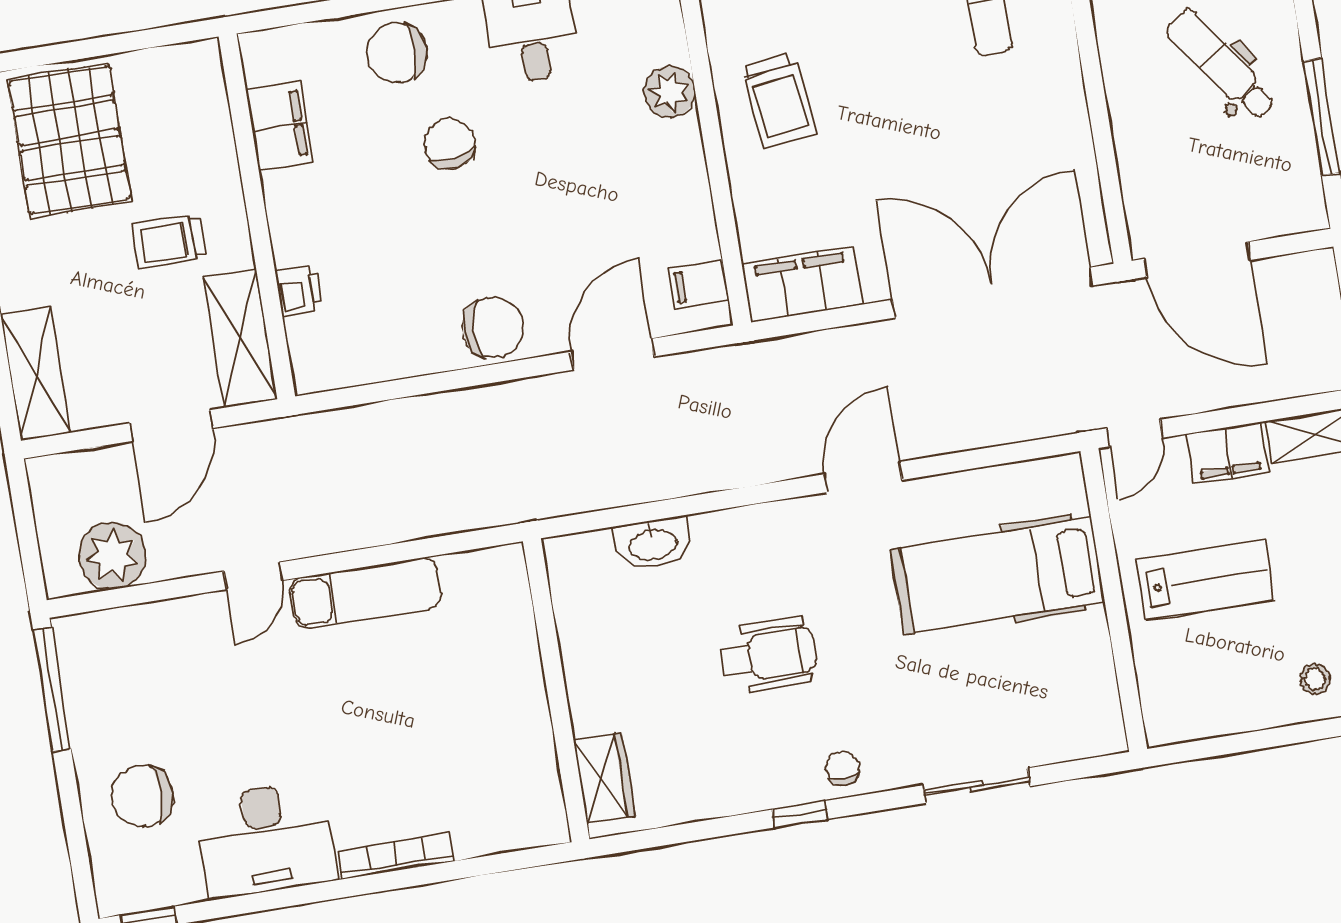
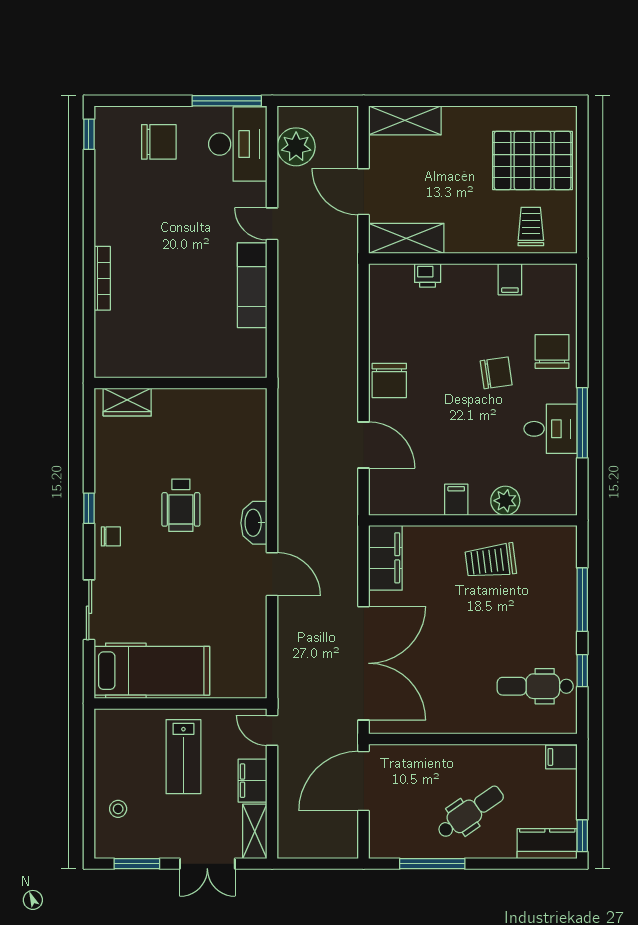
filing cabinet: (279, 126) -> (510, 279), width x0.50
trolley: (168, 241) -> (531, 226), moved
filing cabinet: (699, 284) -> (456, 500), moved
washbasin: (653, 543) -> (254, 523), moved
hospital bed: (998, 576) -> (152, 671), moved, turned 90
chair: (142, 796) -> (159, 142), turned 90
desk: (266, 839) -> (238, 144), moved, turned 180

